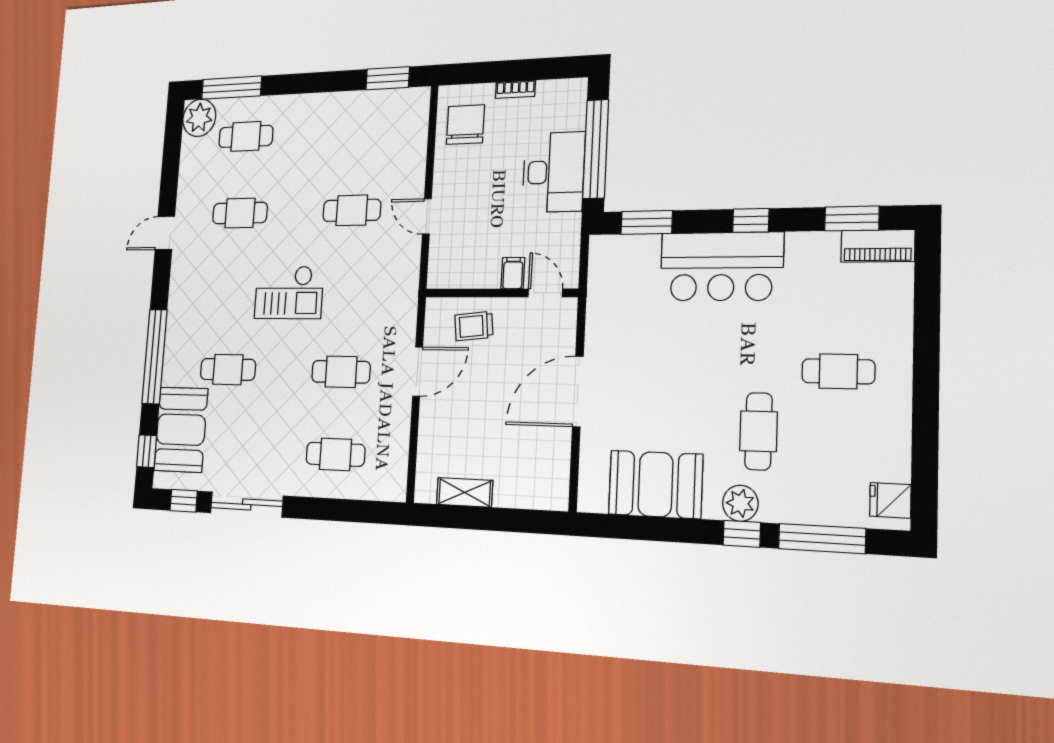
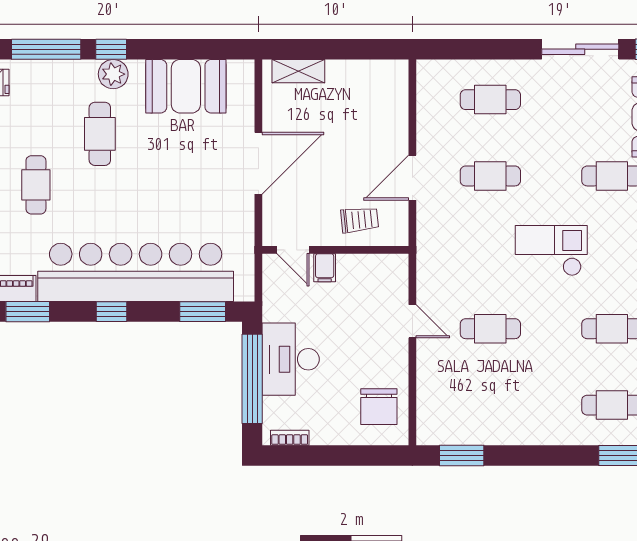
bookcase: (515, 89) -> (290, 438), moved
bar counter: (721, 266) -> (136, 272), width x1.86
cafe table: (838, 371) -> (36, 185), turned 90
shelving: (465, 492) -> (298, 71), moved

